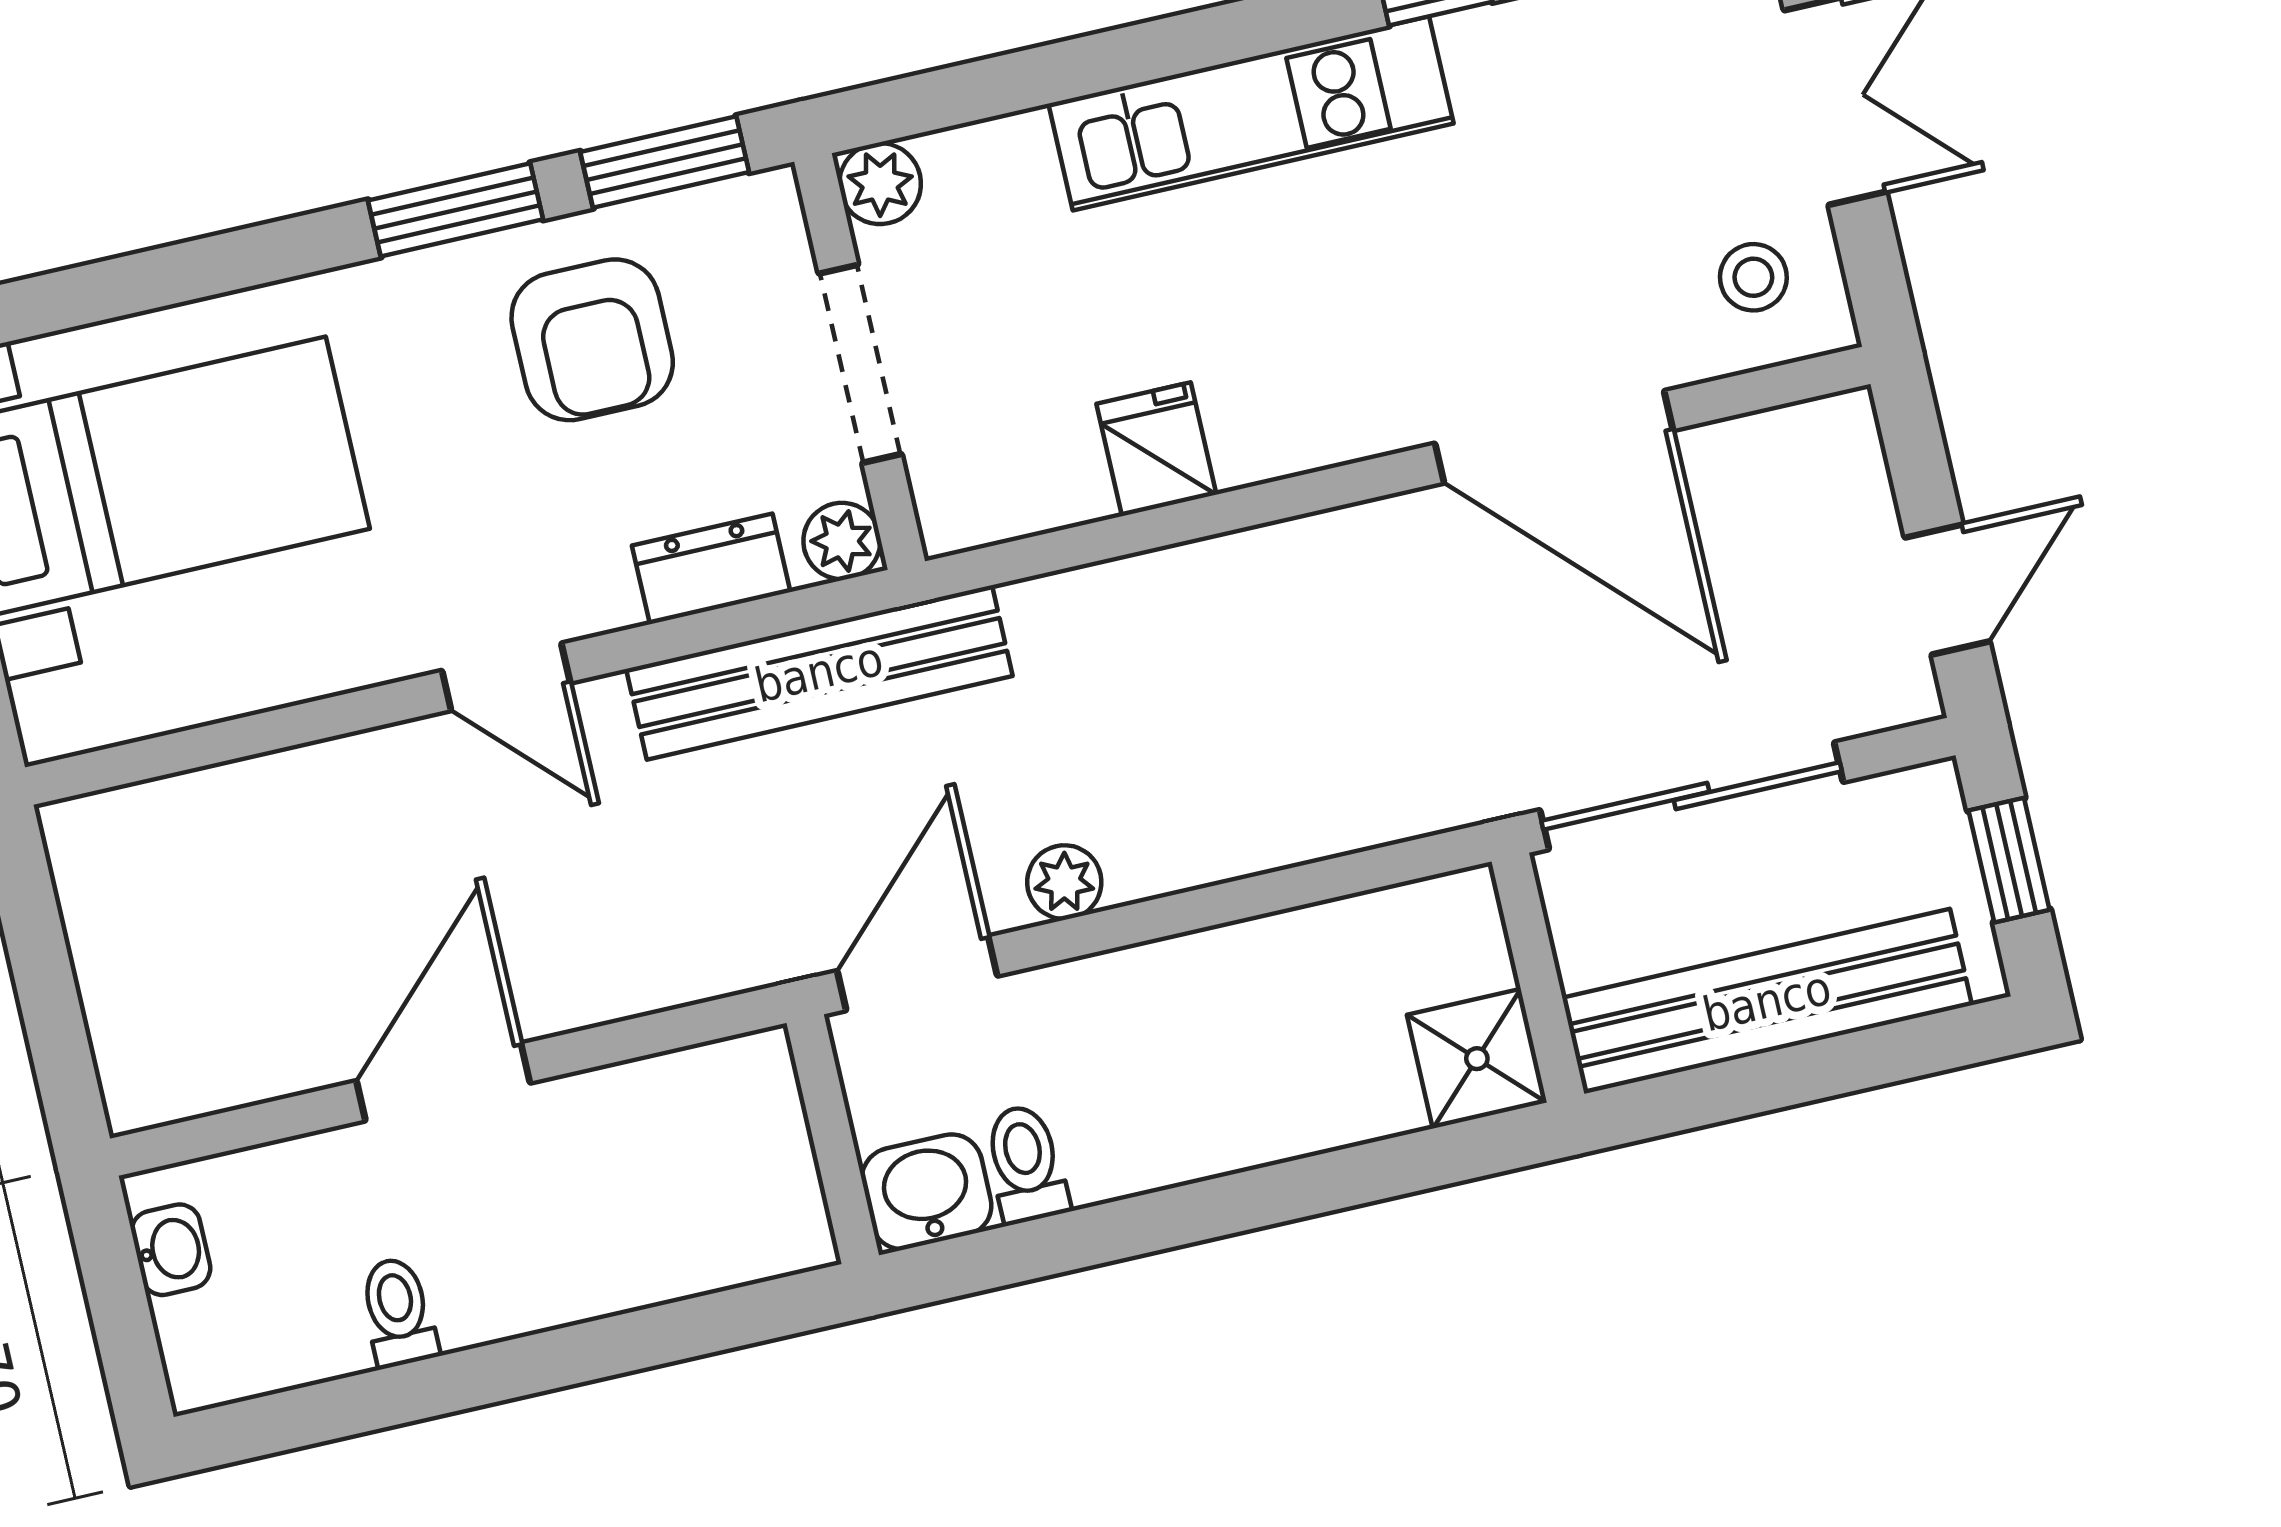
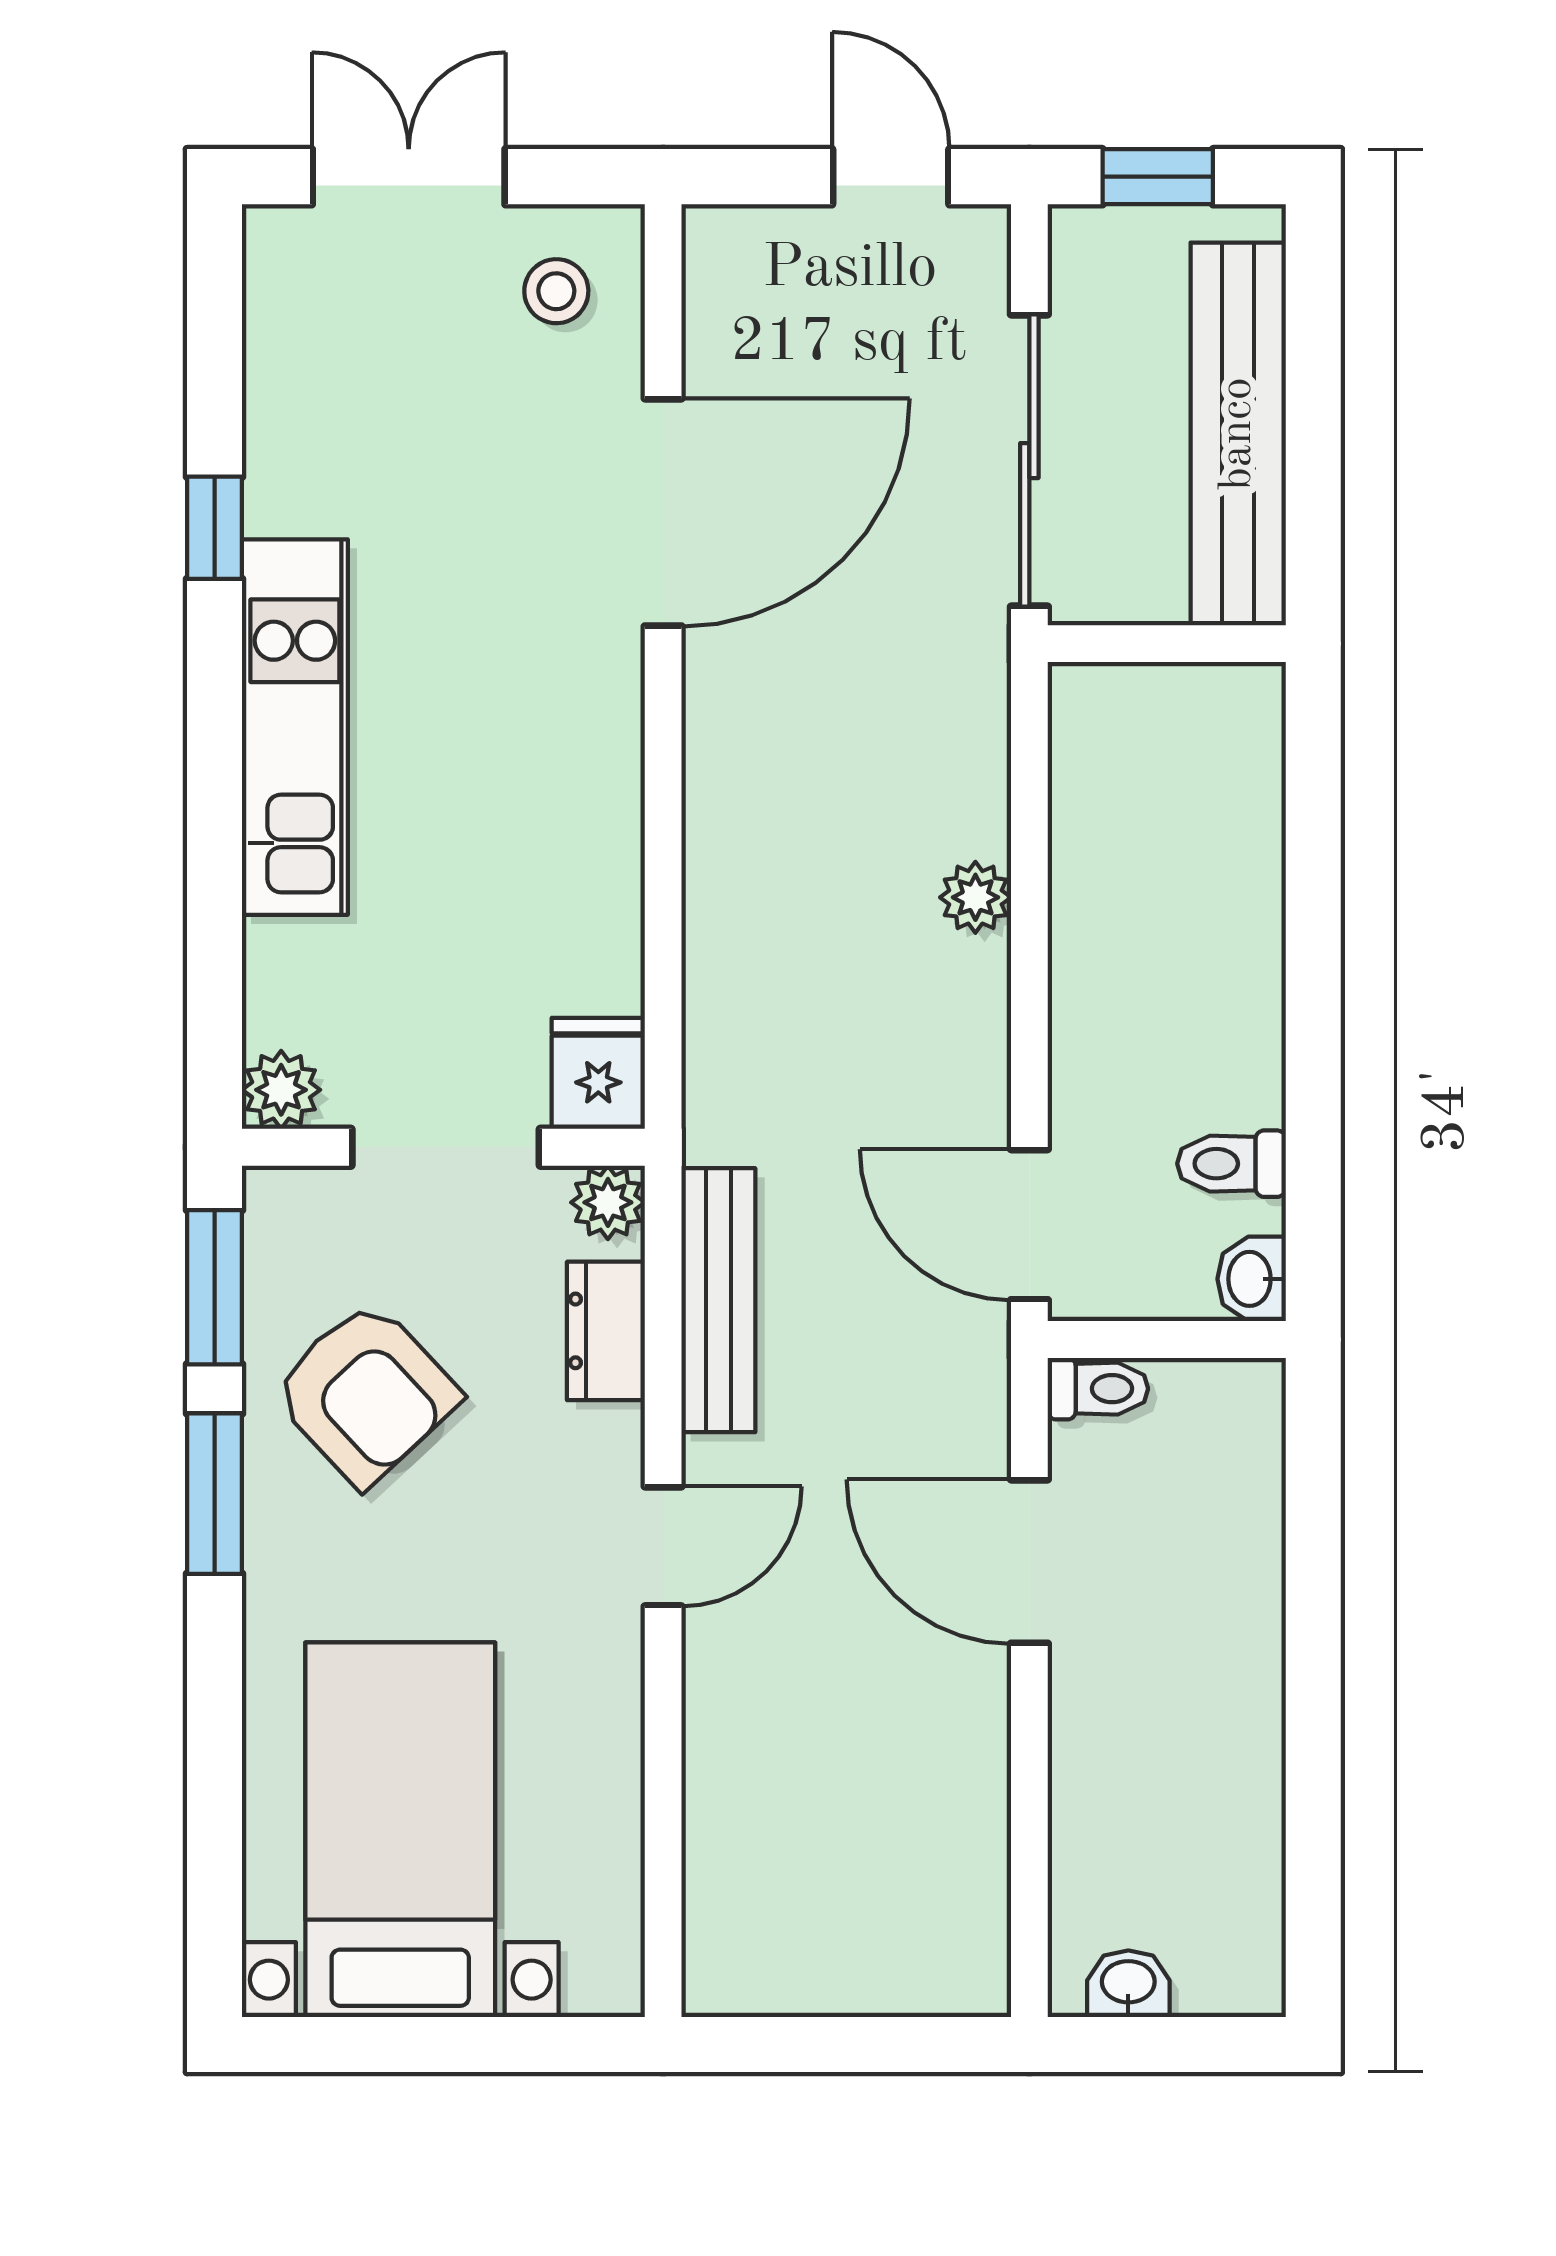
armchair: (592, 340) -> (366, 1393), turned 47
fridge: (1156, 449) -> (598, 1073), moved, turned 90
bench: (819, 672) -> (718, 1300), width x0.73, depth x0.82
plant: (1064, 882) -> (975, 897), moved
shower: (1477, 1059) -> (1230, 718), removed
door: (443, 1082) -> (1029, 1562), moved
washbasin: (927, 1192) -> (1252, 1279), width x0.72, depth x0.69
toilet: (398, 1312) -> (1098, 1389), moved, turned 180

